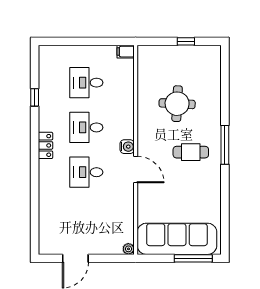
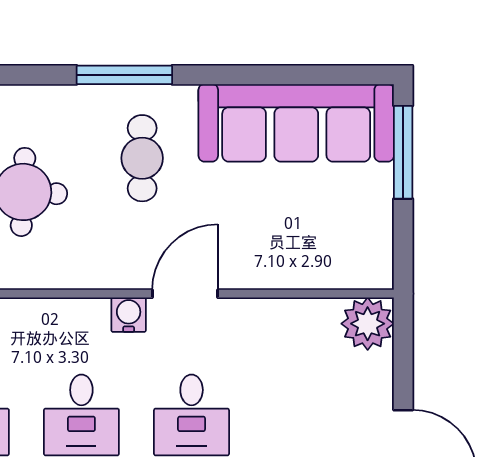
sofa: (177, 239) -> (296, 123), moved, turned -90
plant: (128, 249) -> (368, 324), width x1.88, depth x1.88

